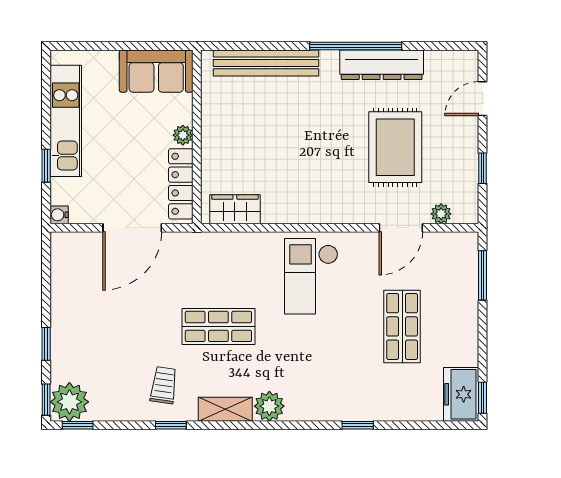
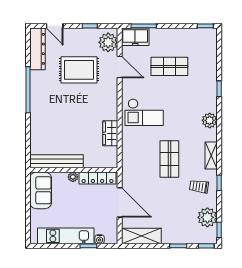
bench: (266, 63) -> (57, 161), moved, turned 90
dresser: (382, 65) -> (37, 49), moved
wardrobe: (235, 209) -> (110, 133), moved
plant: (441, 214) -> (108, 42), width x1.88, depth x1.88
water cooler: (59, 215) -> (100, 239), moved
shelving: (66, 271) -> (141, 236), added
freezer: (461, 394) -> (135, 37), moved
plant: (69, 402) -> (207, 217), moved
plant: (269, 406) -> (210, 120), moved

